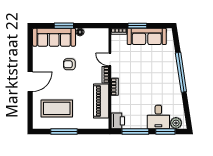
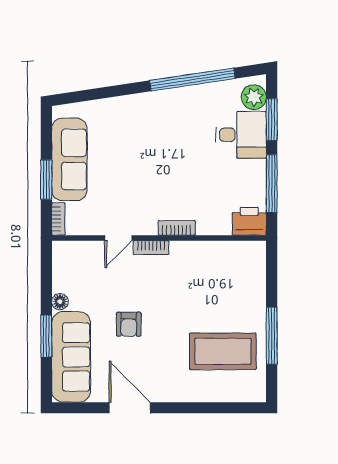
window: (181, 72) -> (192, 79), moved
door: (30, 82) -> (130, 408), moved
piano: (101, 101) -> (207, 256), removed
coffee table: (57, 108) -> (223, 351), turned 90

